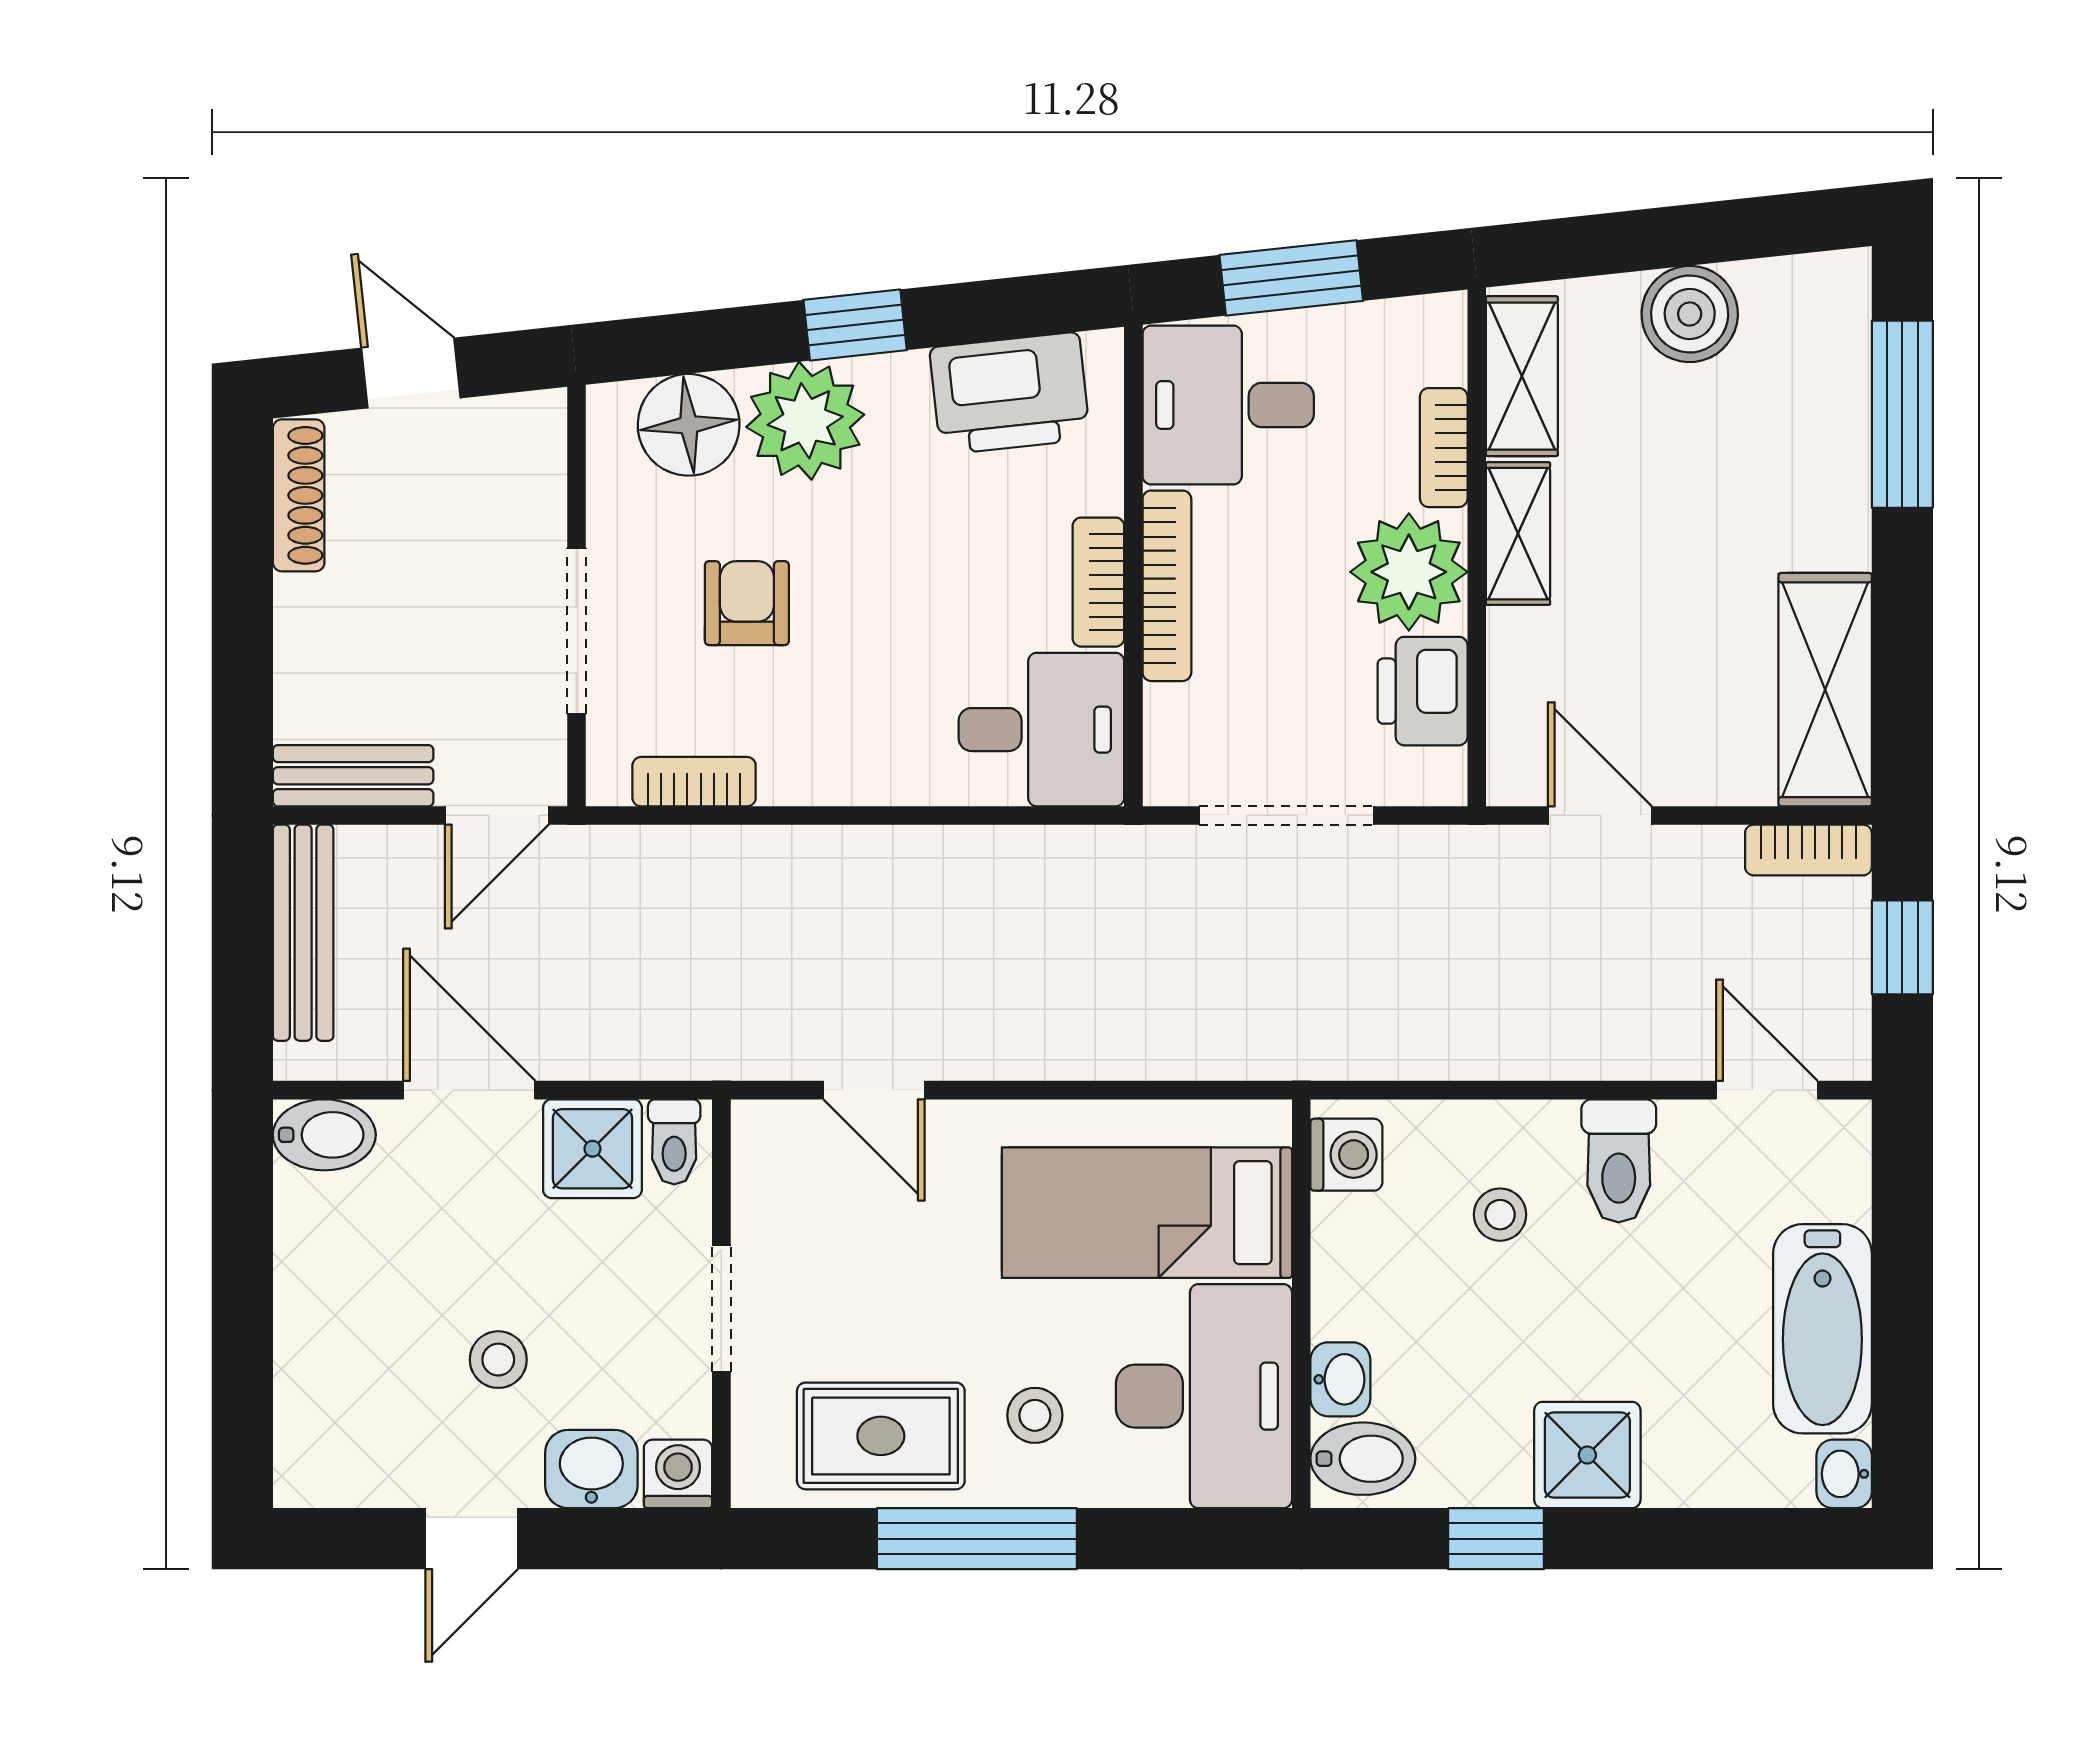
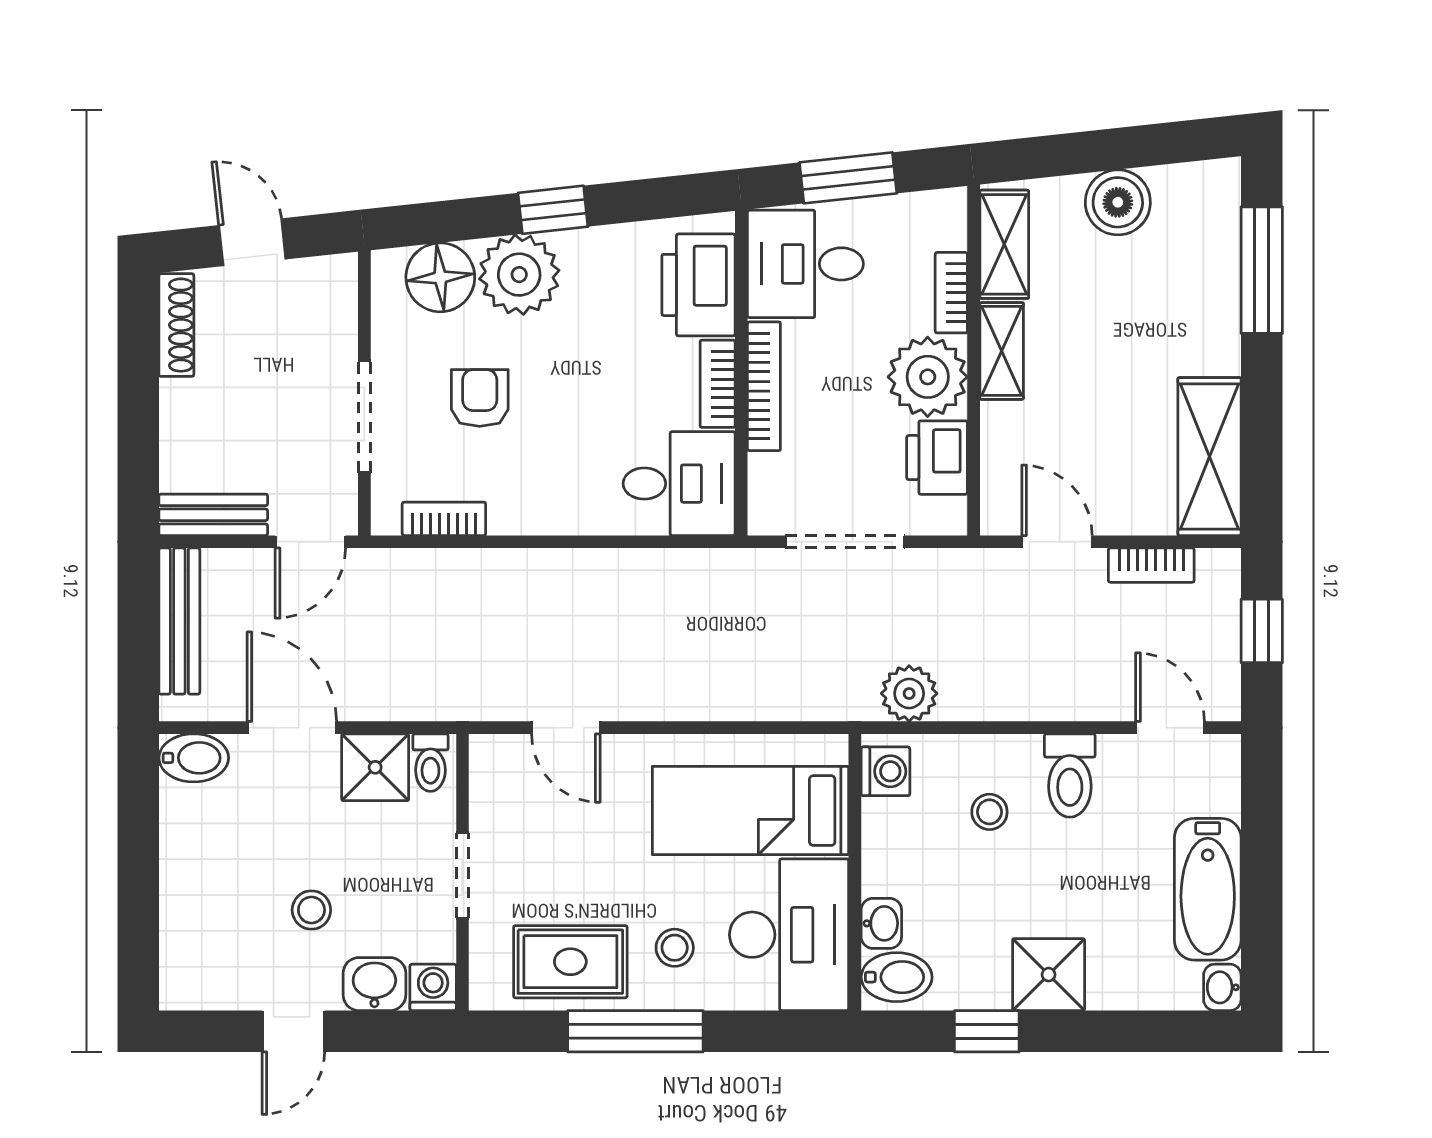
printer: (1010, 393) -> (698, 285), moved, turned 96
bookcase: (1808, 850) -> (1151, 565), moved
plant: (1381, 1040) -> (909, 693), added

